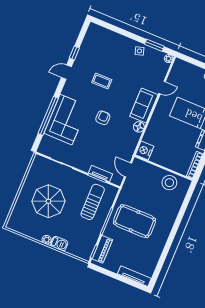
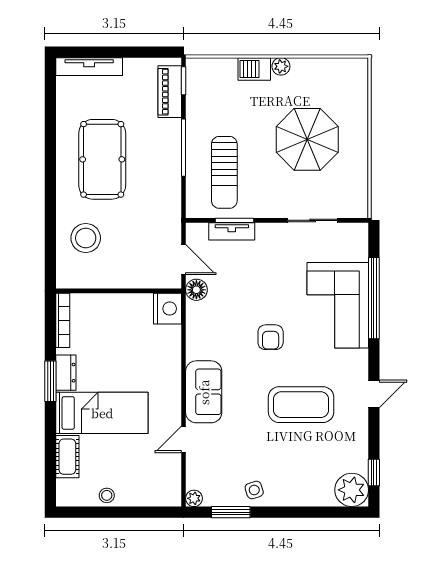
plant: (95, 32) -> (352, 490), added
window: (74, 53) -> (374, 473), moved
coffee table: (102, 81) -> (301, 405), width x1.86, depth x1.72
floor lamp: (139, 127) -> (196, 290), moved
stool: (169, 183) -> (86, 238), moved
pool table: (134, 221) -> (102, 159), moved, turned 90

